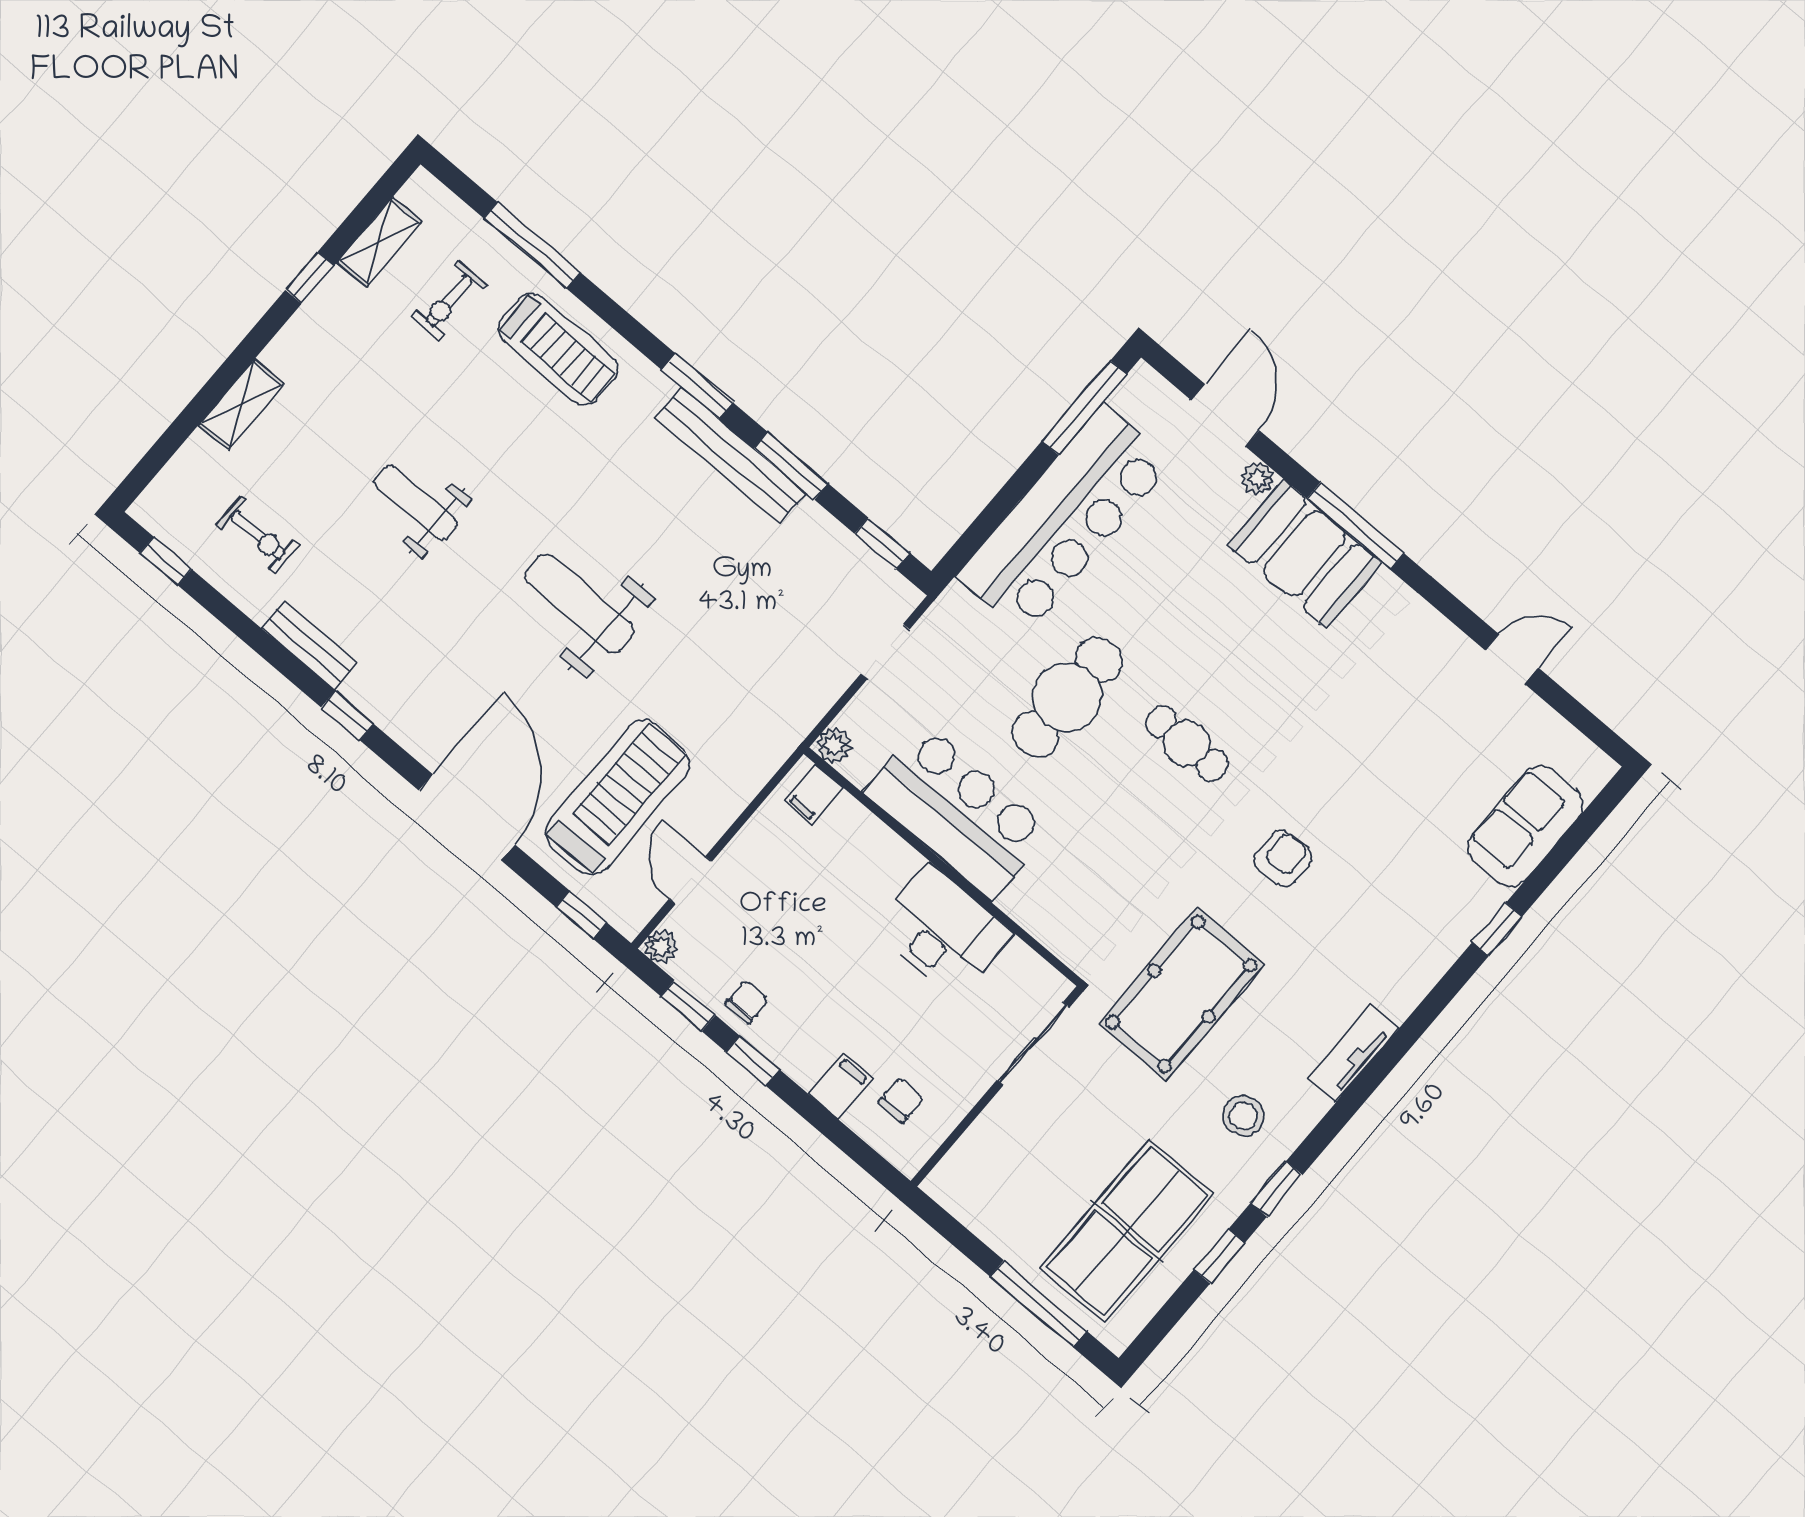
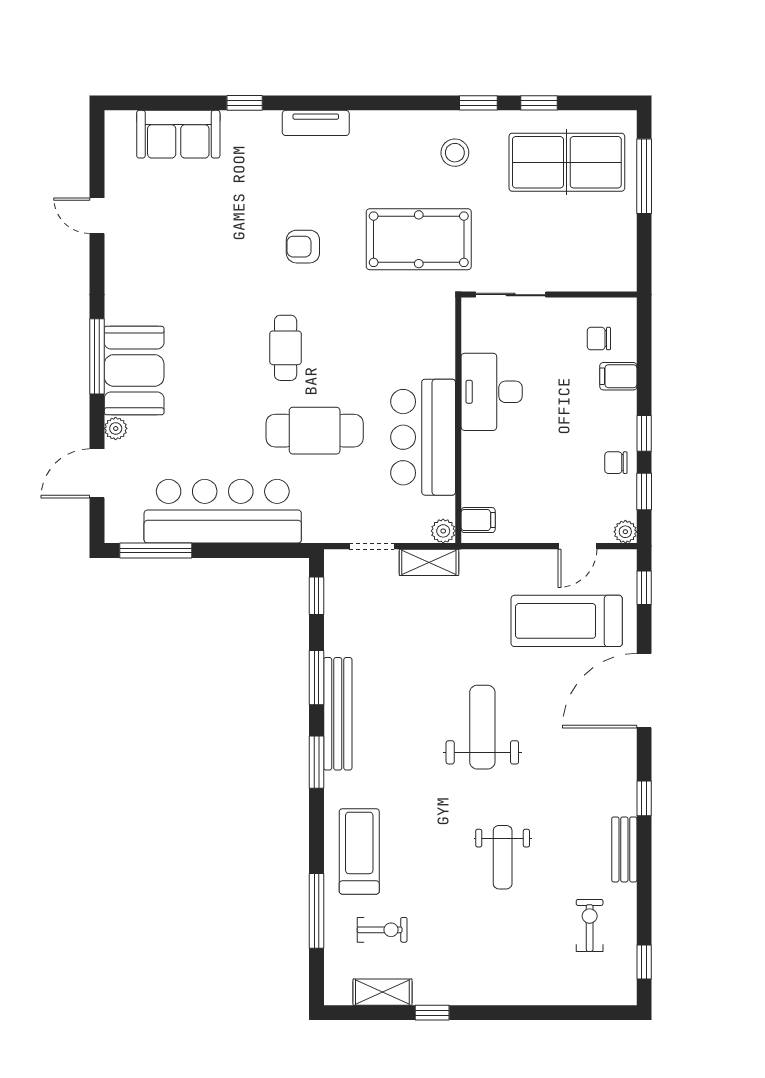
shelving: (241, 404) -> (429, 562), moved
weight bench: (579, 603) -> (482, 727), turned 180
tv unit: (1353, 1054) -> (316, 123), moved

